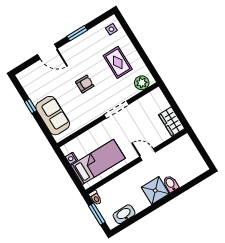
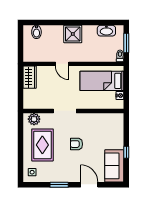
rug: (118, 62) -> (42, 145), width x1.36, depth x1.43
sofa: (53, 116) -> (114, 166), moved
bidet: (171, 184) -> (36, 32), moved

